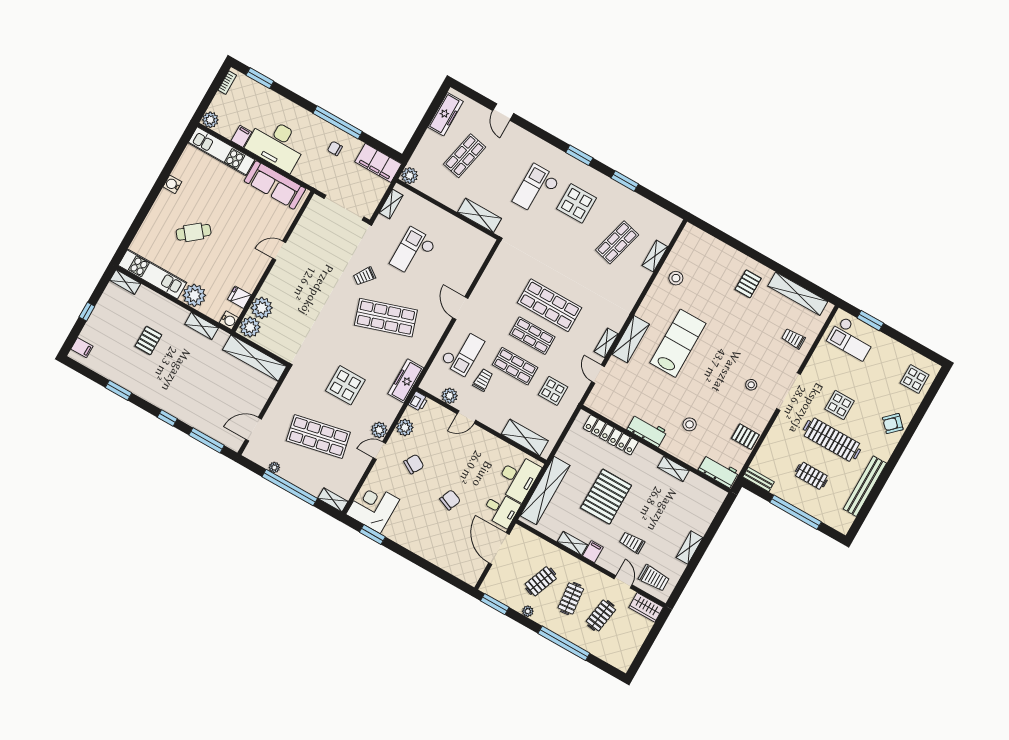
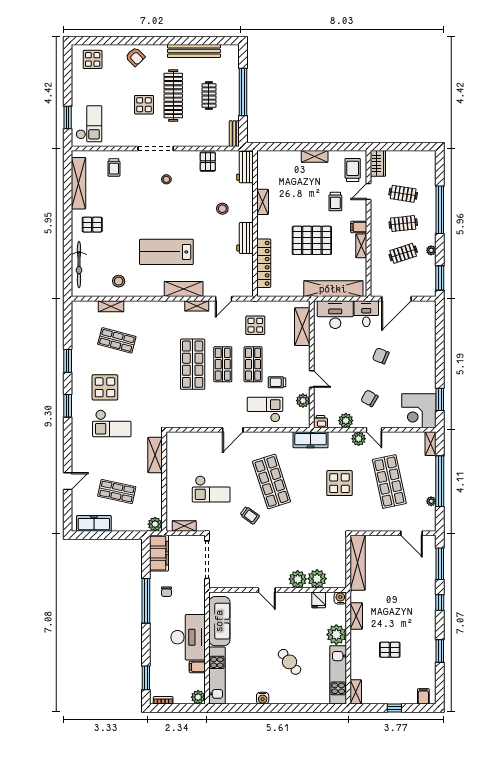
bicycle: (715, 248) -> (79, 265), added
plant: (250, 327) -> (298, 579), moved
clothes rail: (541, 581) -> (403, 253), turned -39

